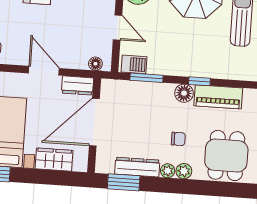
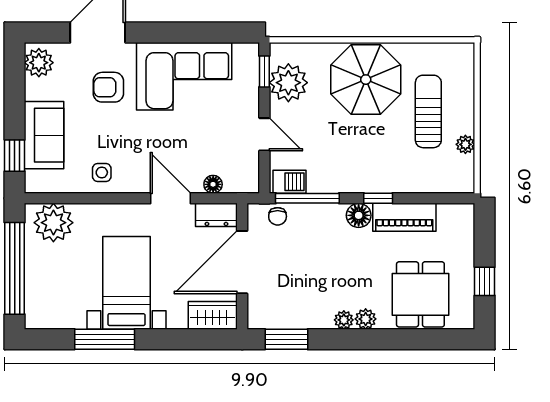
floor lamp: (95, 64) -> (213, 184), moved
window: (146, 78) -> (307, 198), width x1.44
chair: (178, 139) -> (278, 216), moved, turned 90
wardrobe: (54, 160) -> (212, 315), moved
dresser: (137, 167) -> (303, 318), removed

